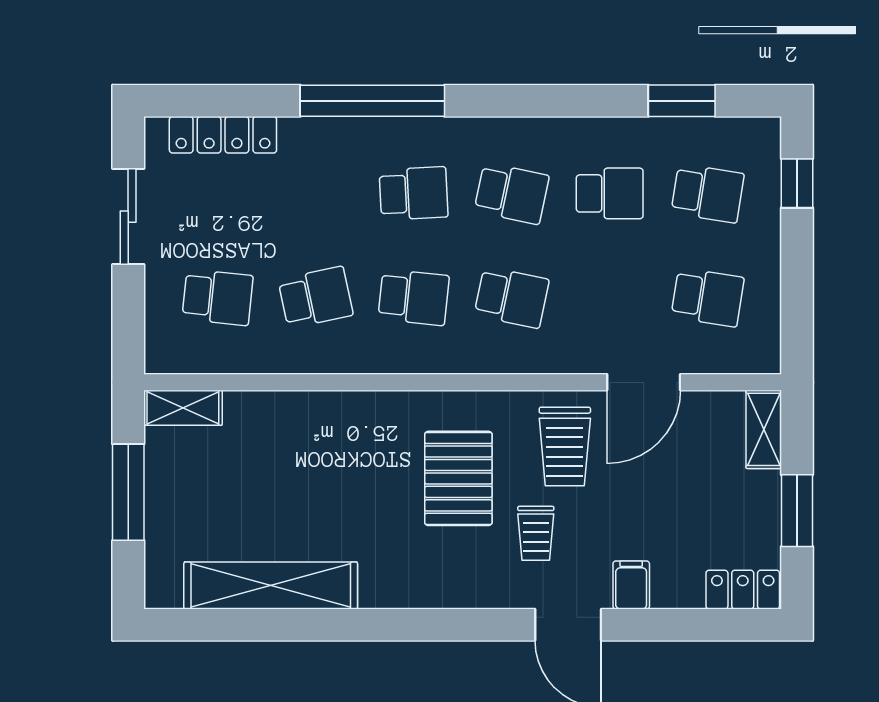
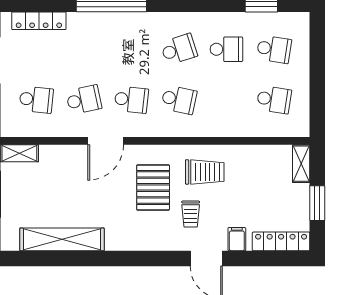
window: (797, 183) -> (317, 44), removed
school desk: (414, 193) -> (131, 49), removed
school desk: (512, 193) -> (179, 49), turned -30
door: (644, 382) -> (106, 141), moved
trolley: (565, 446) -> (205, 172), turned -90
locker: (743, 590) -> (281, 241), width x1.53

